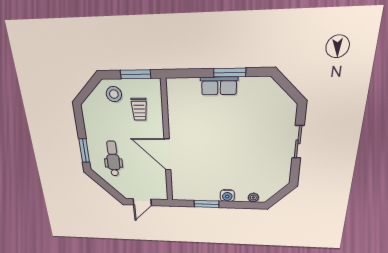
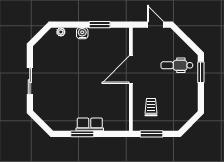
stool: (114, 94) -> (170, 119), removed
door: (167, 154) -> (131, 70), swing flipped
dental chair: (113, 159) -> (177, 65), turned 90
door: (142, 202) -> (156, 25), hinge flipped

